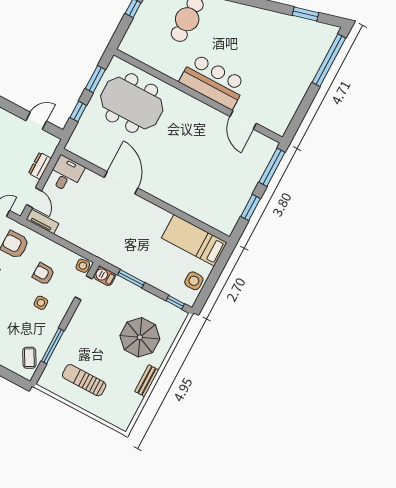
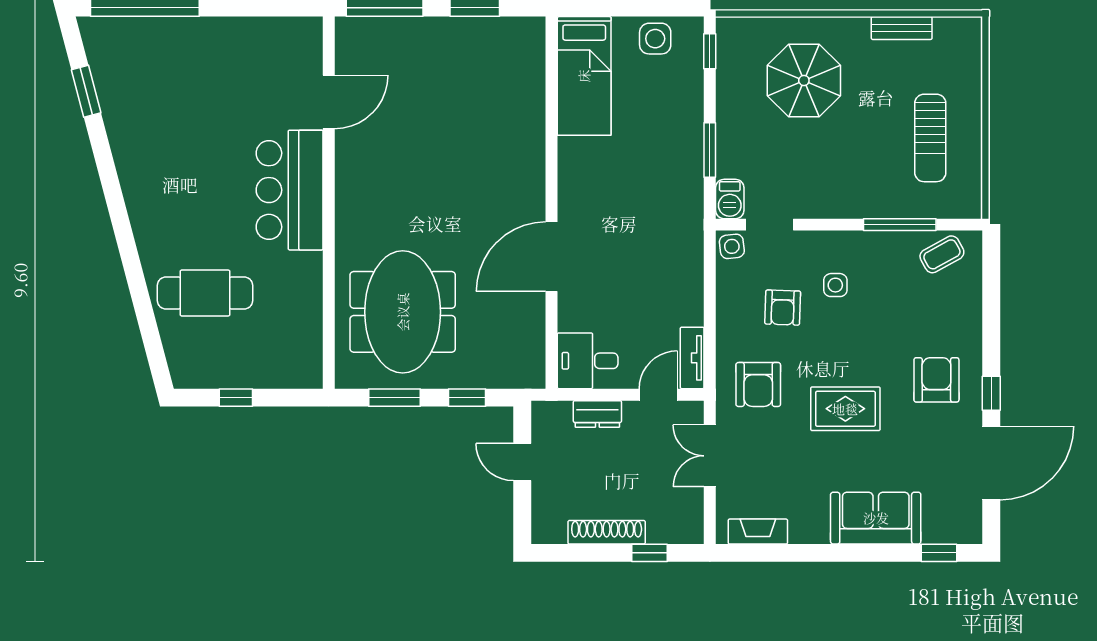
bench: (147, 381) -> (902, 28), moved

